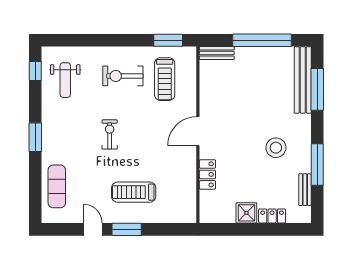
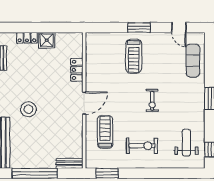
treadmill: (165, 79) -> (105, 132), moved
stool: (276, 148) -> (28, 109), moved
treadmill: (134, 192) -> (134, 56), turned 90
door: (93, 229) -> (179, 28), moved

